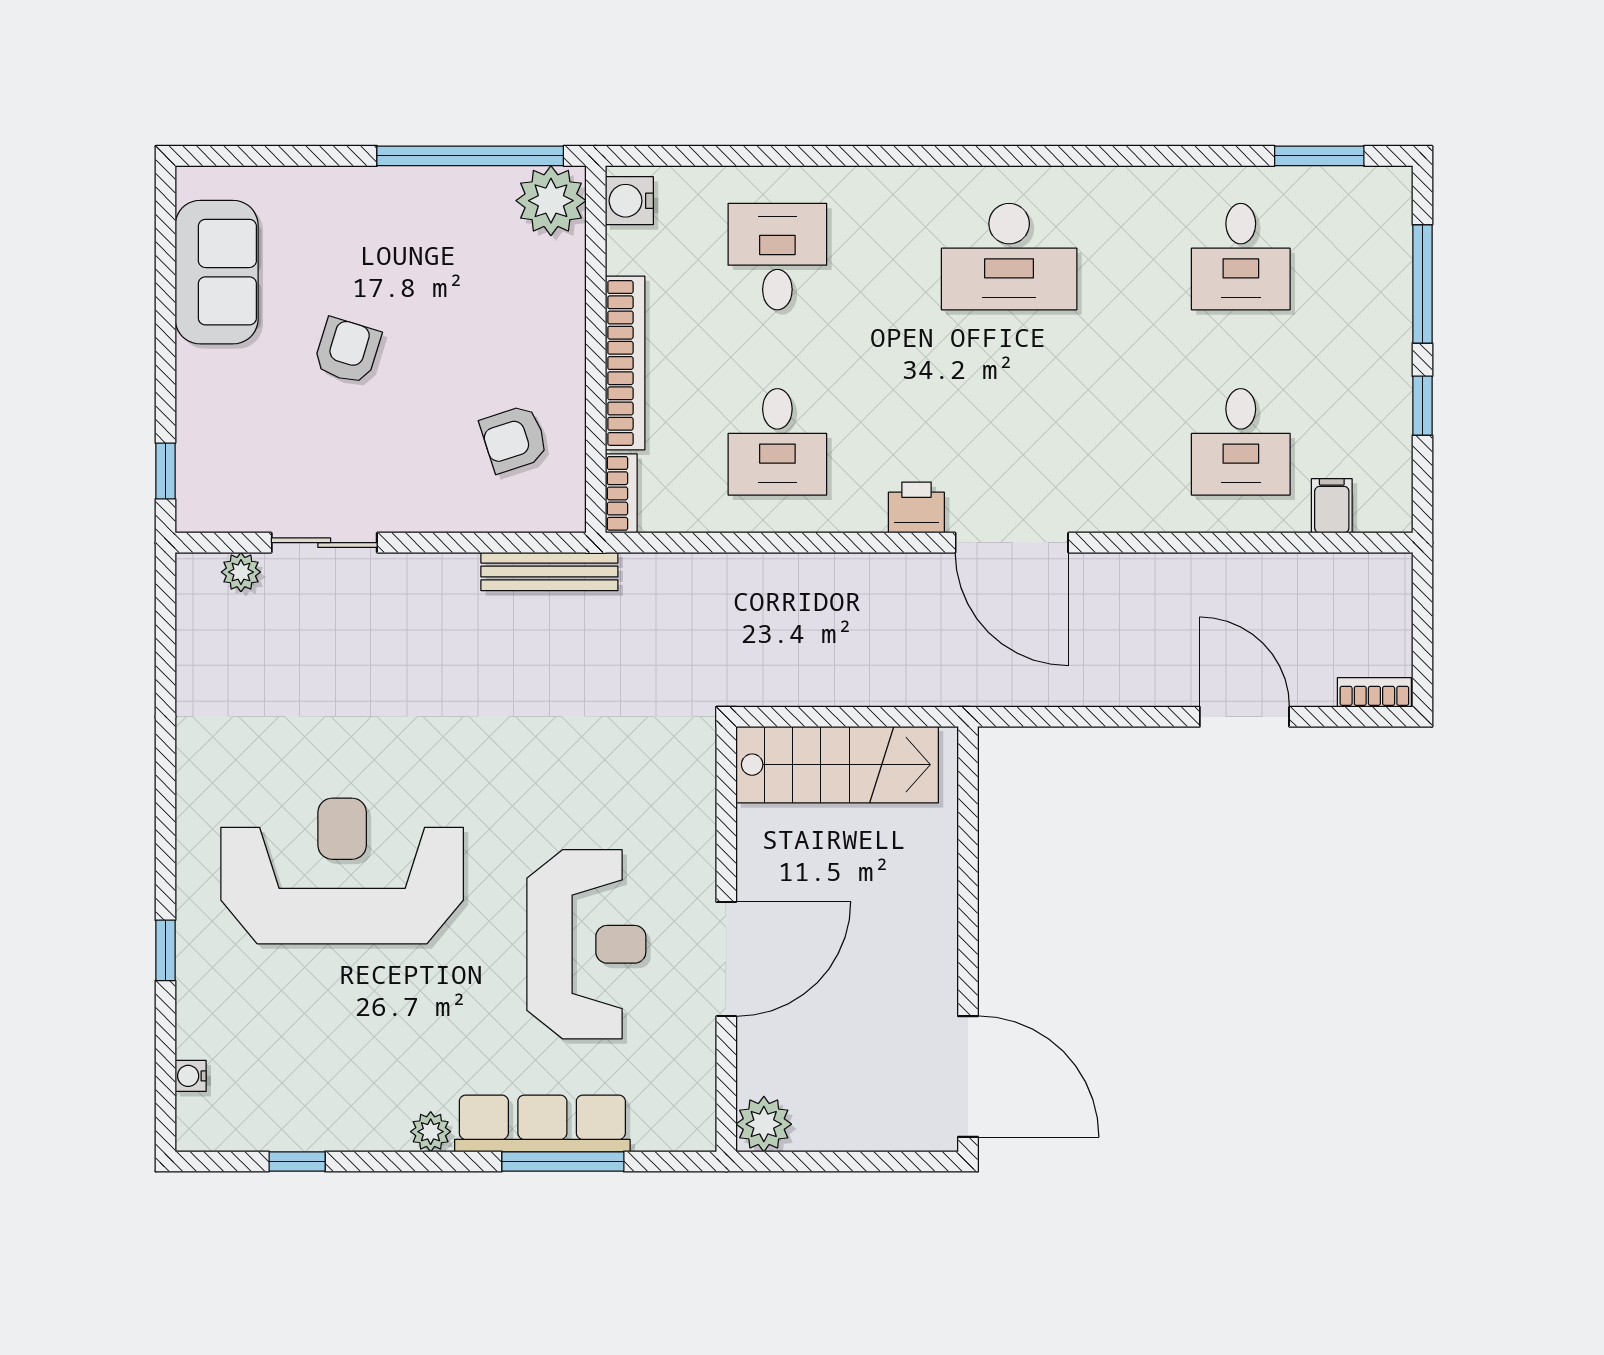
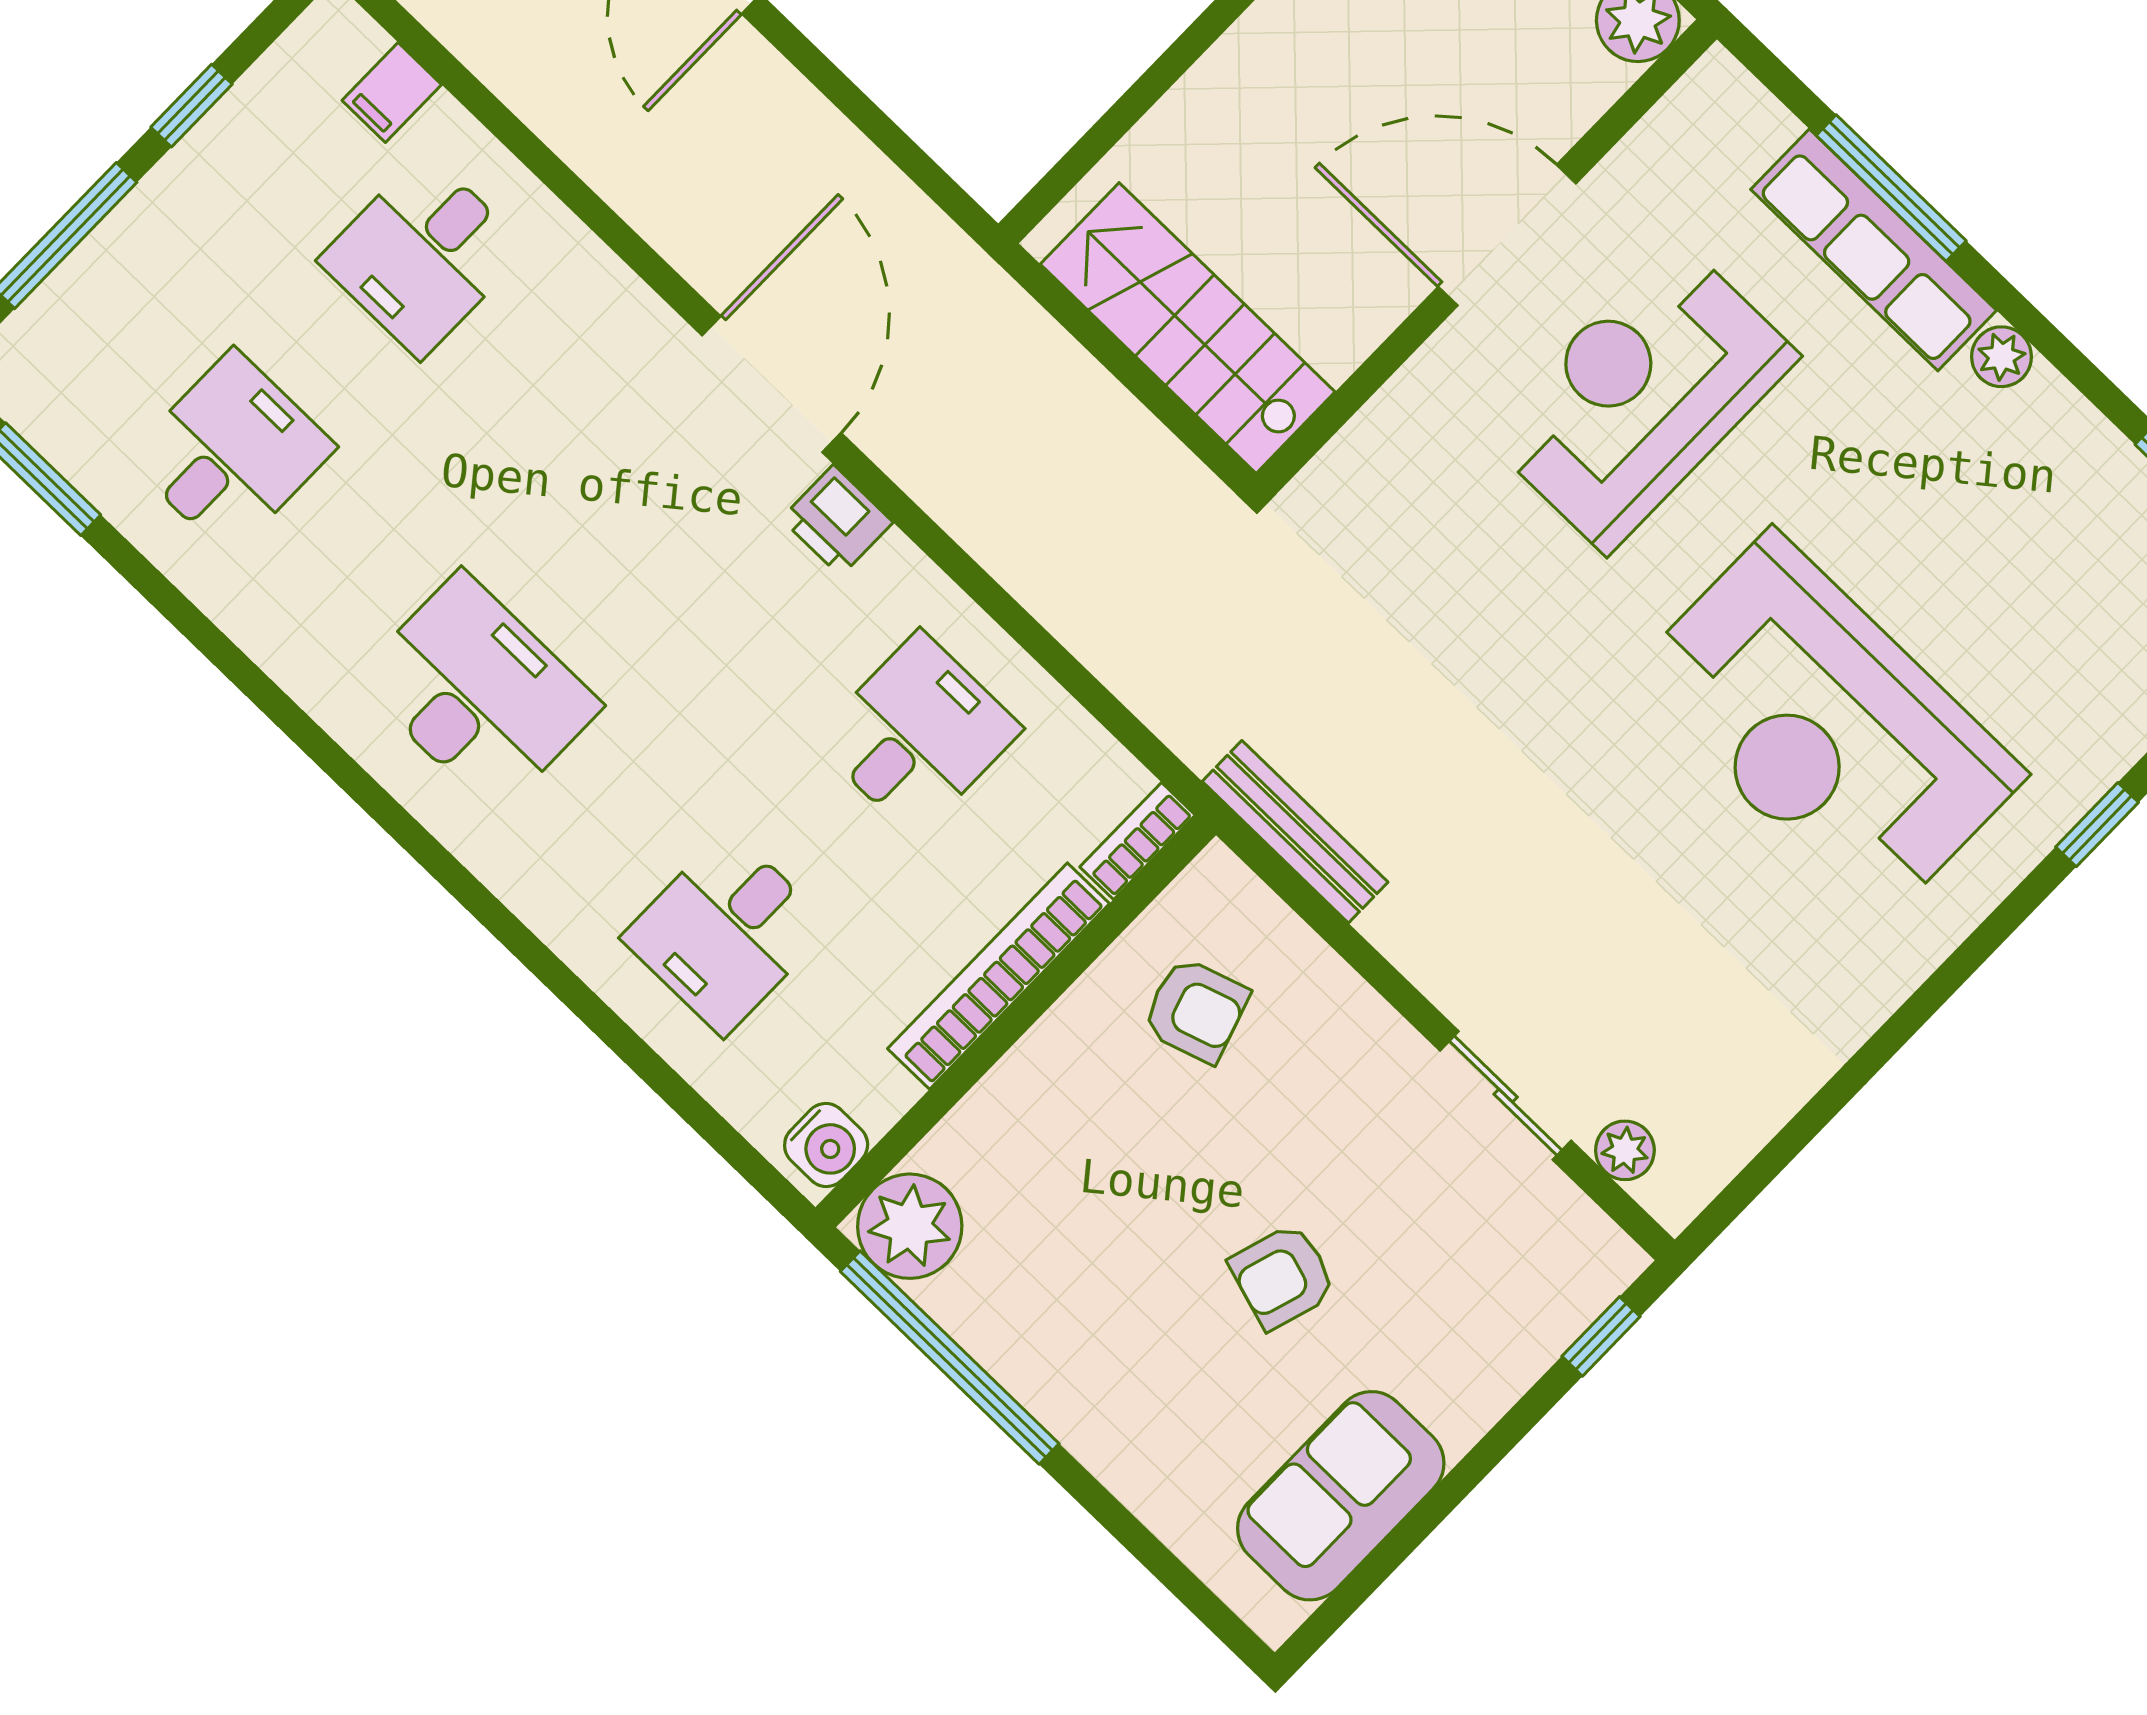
desk: (1241, 442) -> (423, 255), turned 180

